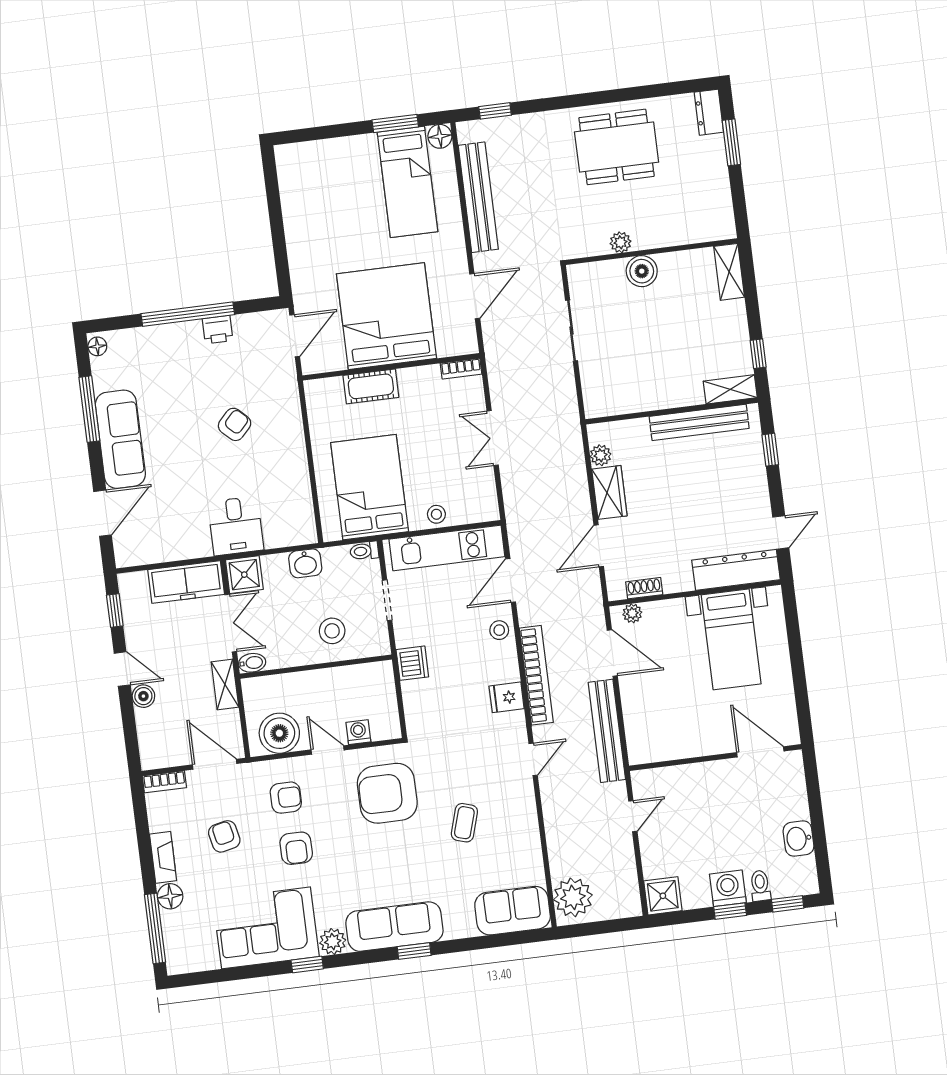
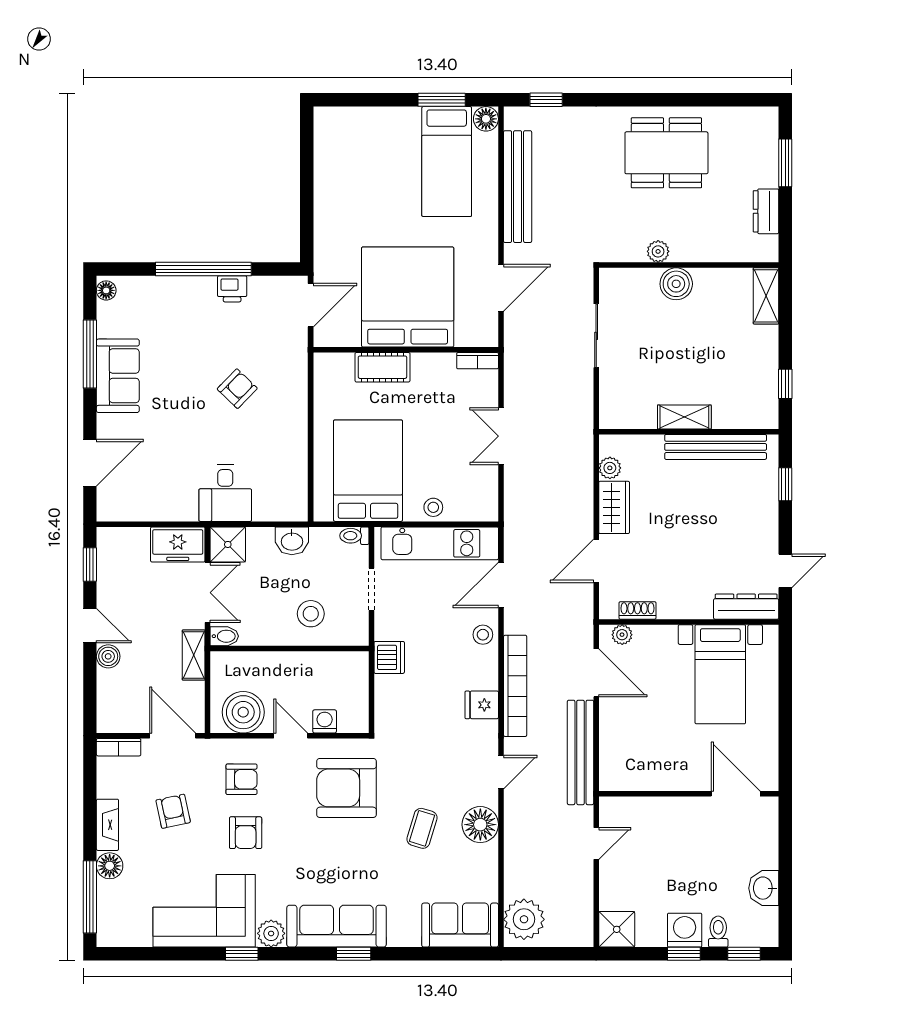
dresser: (709, 112) -> (766, 211), moved
shelving: (730, 389) -> (684, 417), moved
sofa: (120, 439) -> (118, 376), width x0.73
dresser: (736, 570) -> (746, 607), width x0.73, depth x0.80
freezer: (186, 582) -> (178, 544), width x0.71
floor lamp: (520, 812) -> (480, 825), added

